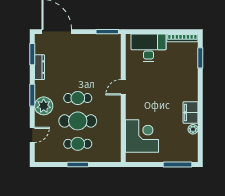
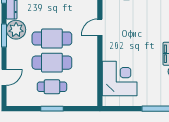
cafe table: (78, 98) -> (52, 39), width x1.37, depth x1.35
plant: (44, 106) -> (16, 30), moved

